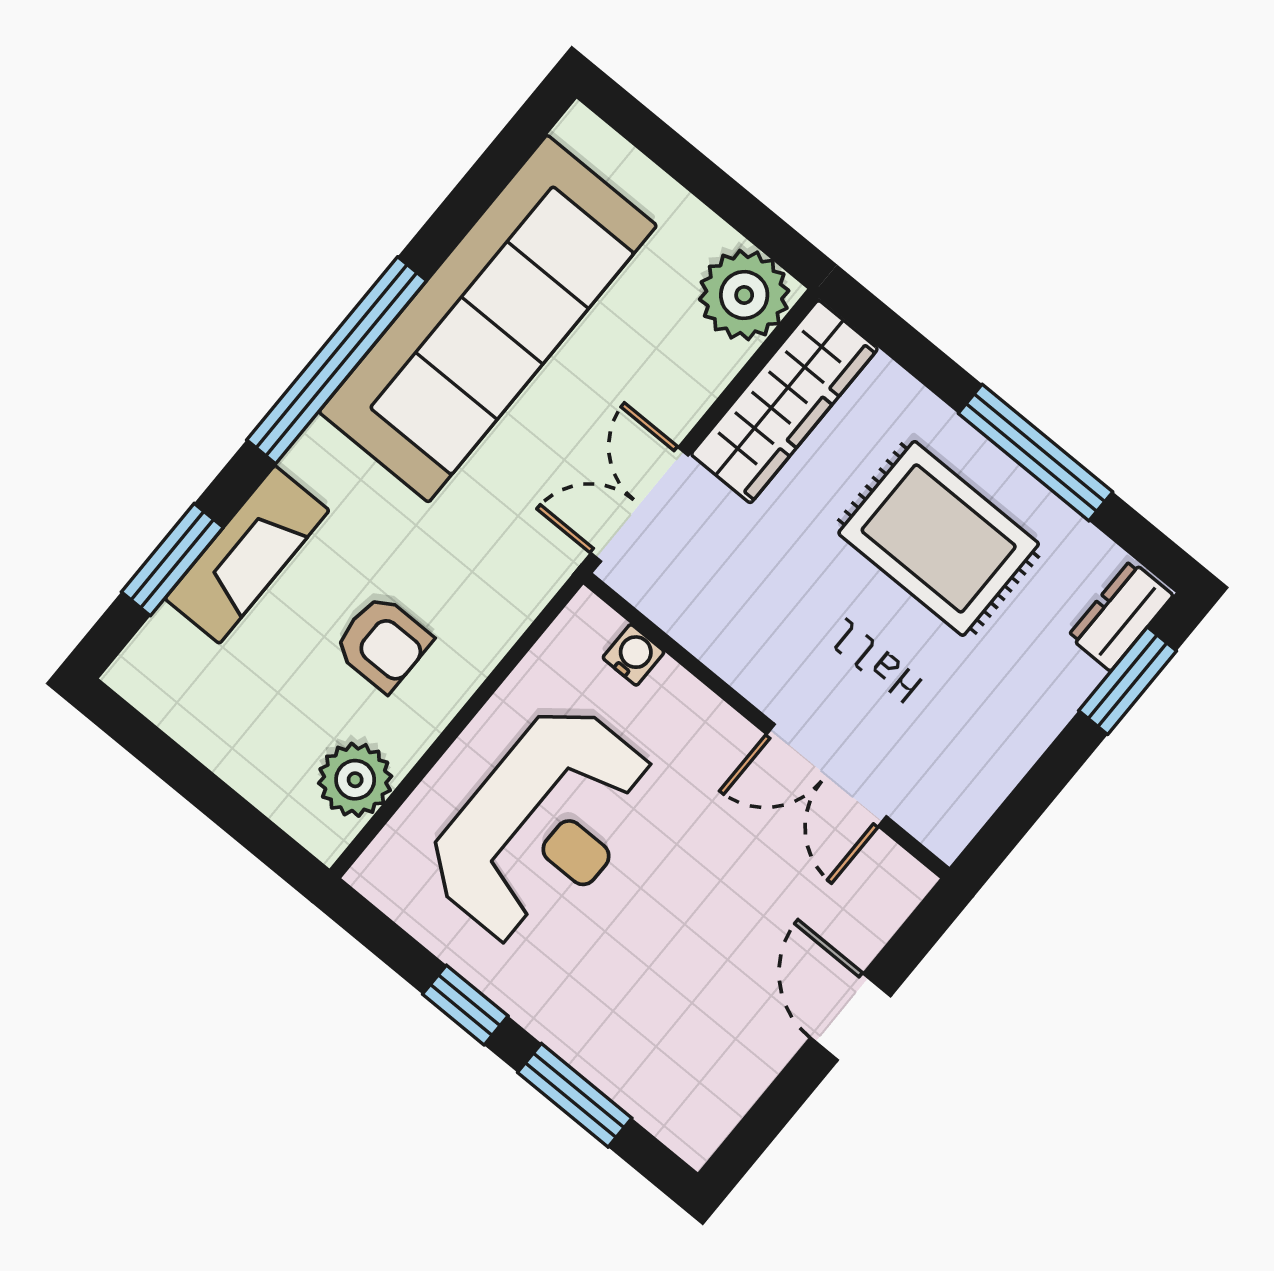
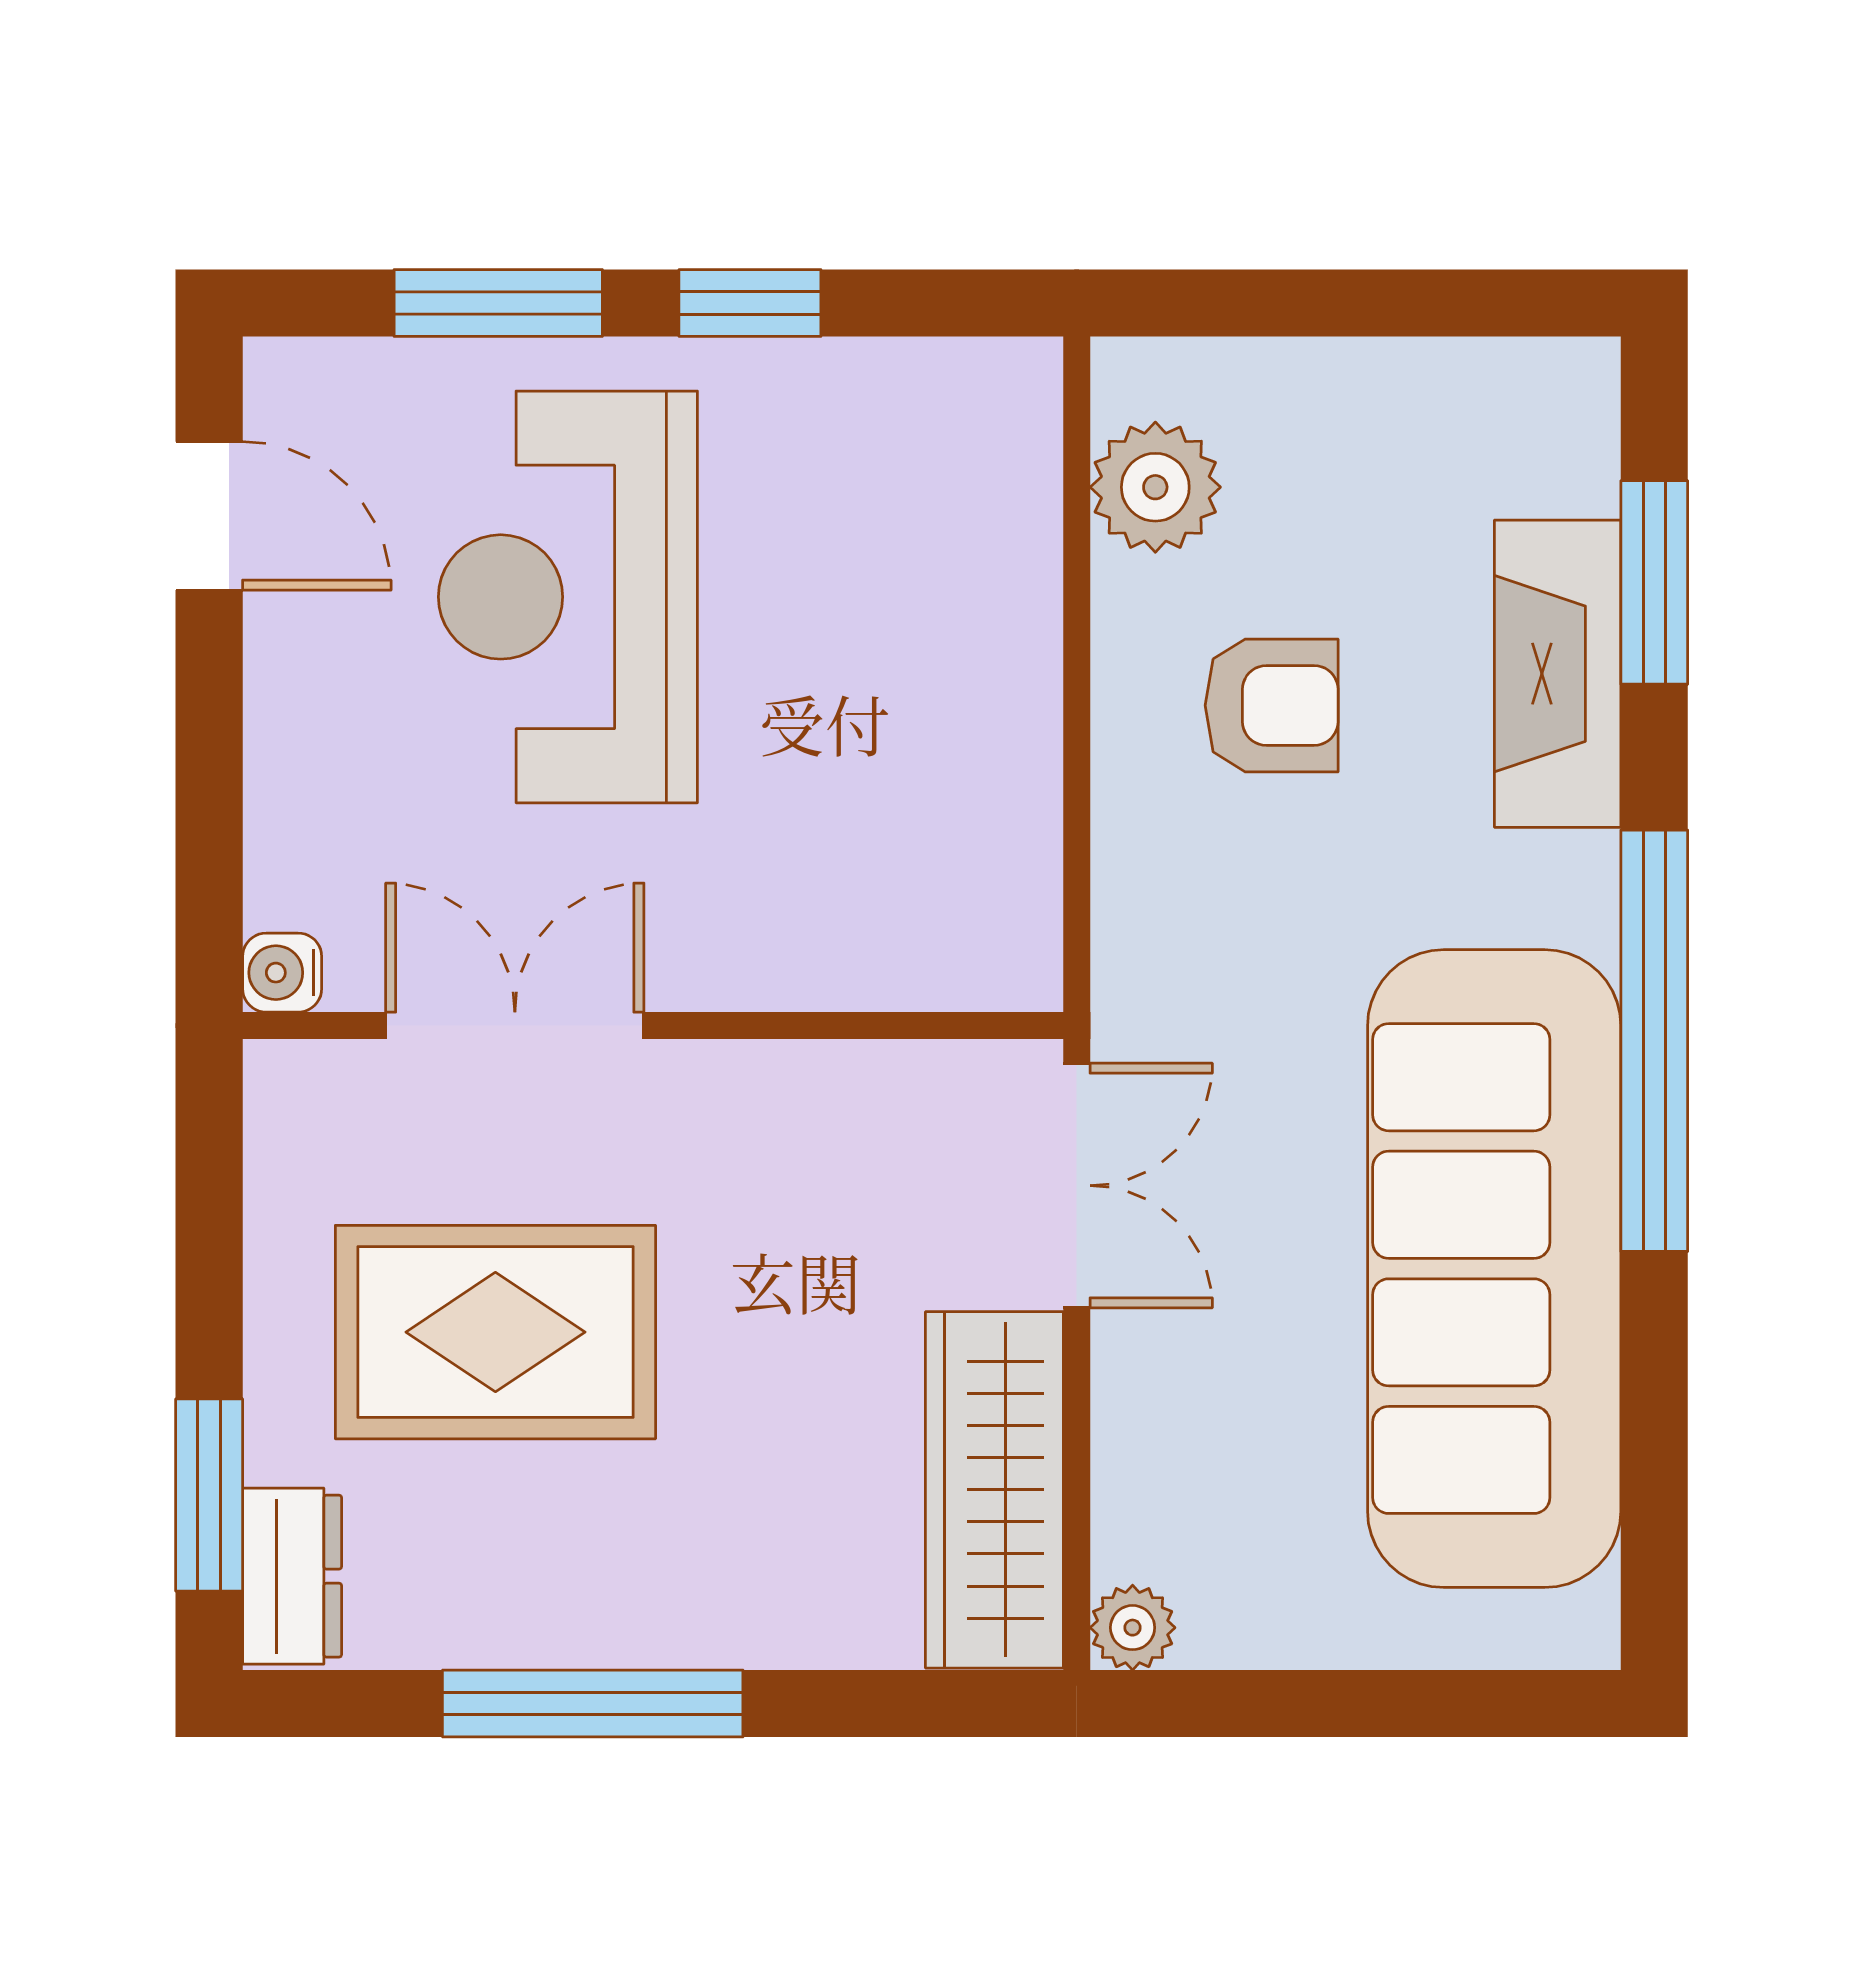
plant: (744, 295) -> (1133, 1628), width x0.53, depth x0.53
rug: (939, 538) -> (495, 1332), moved
armchair: (383, 643) -> (1272, 705), turned 180
water cooler: (634, 655) -> (282, 973), moved, turned 90
reception desk: (543, 826) -> (568, 597), moved
door: (850, 1017) -> (209, 516), moved

